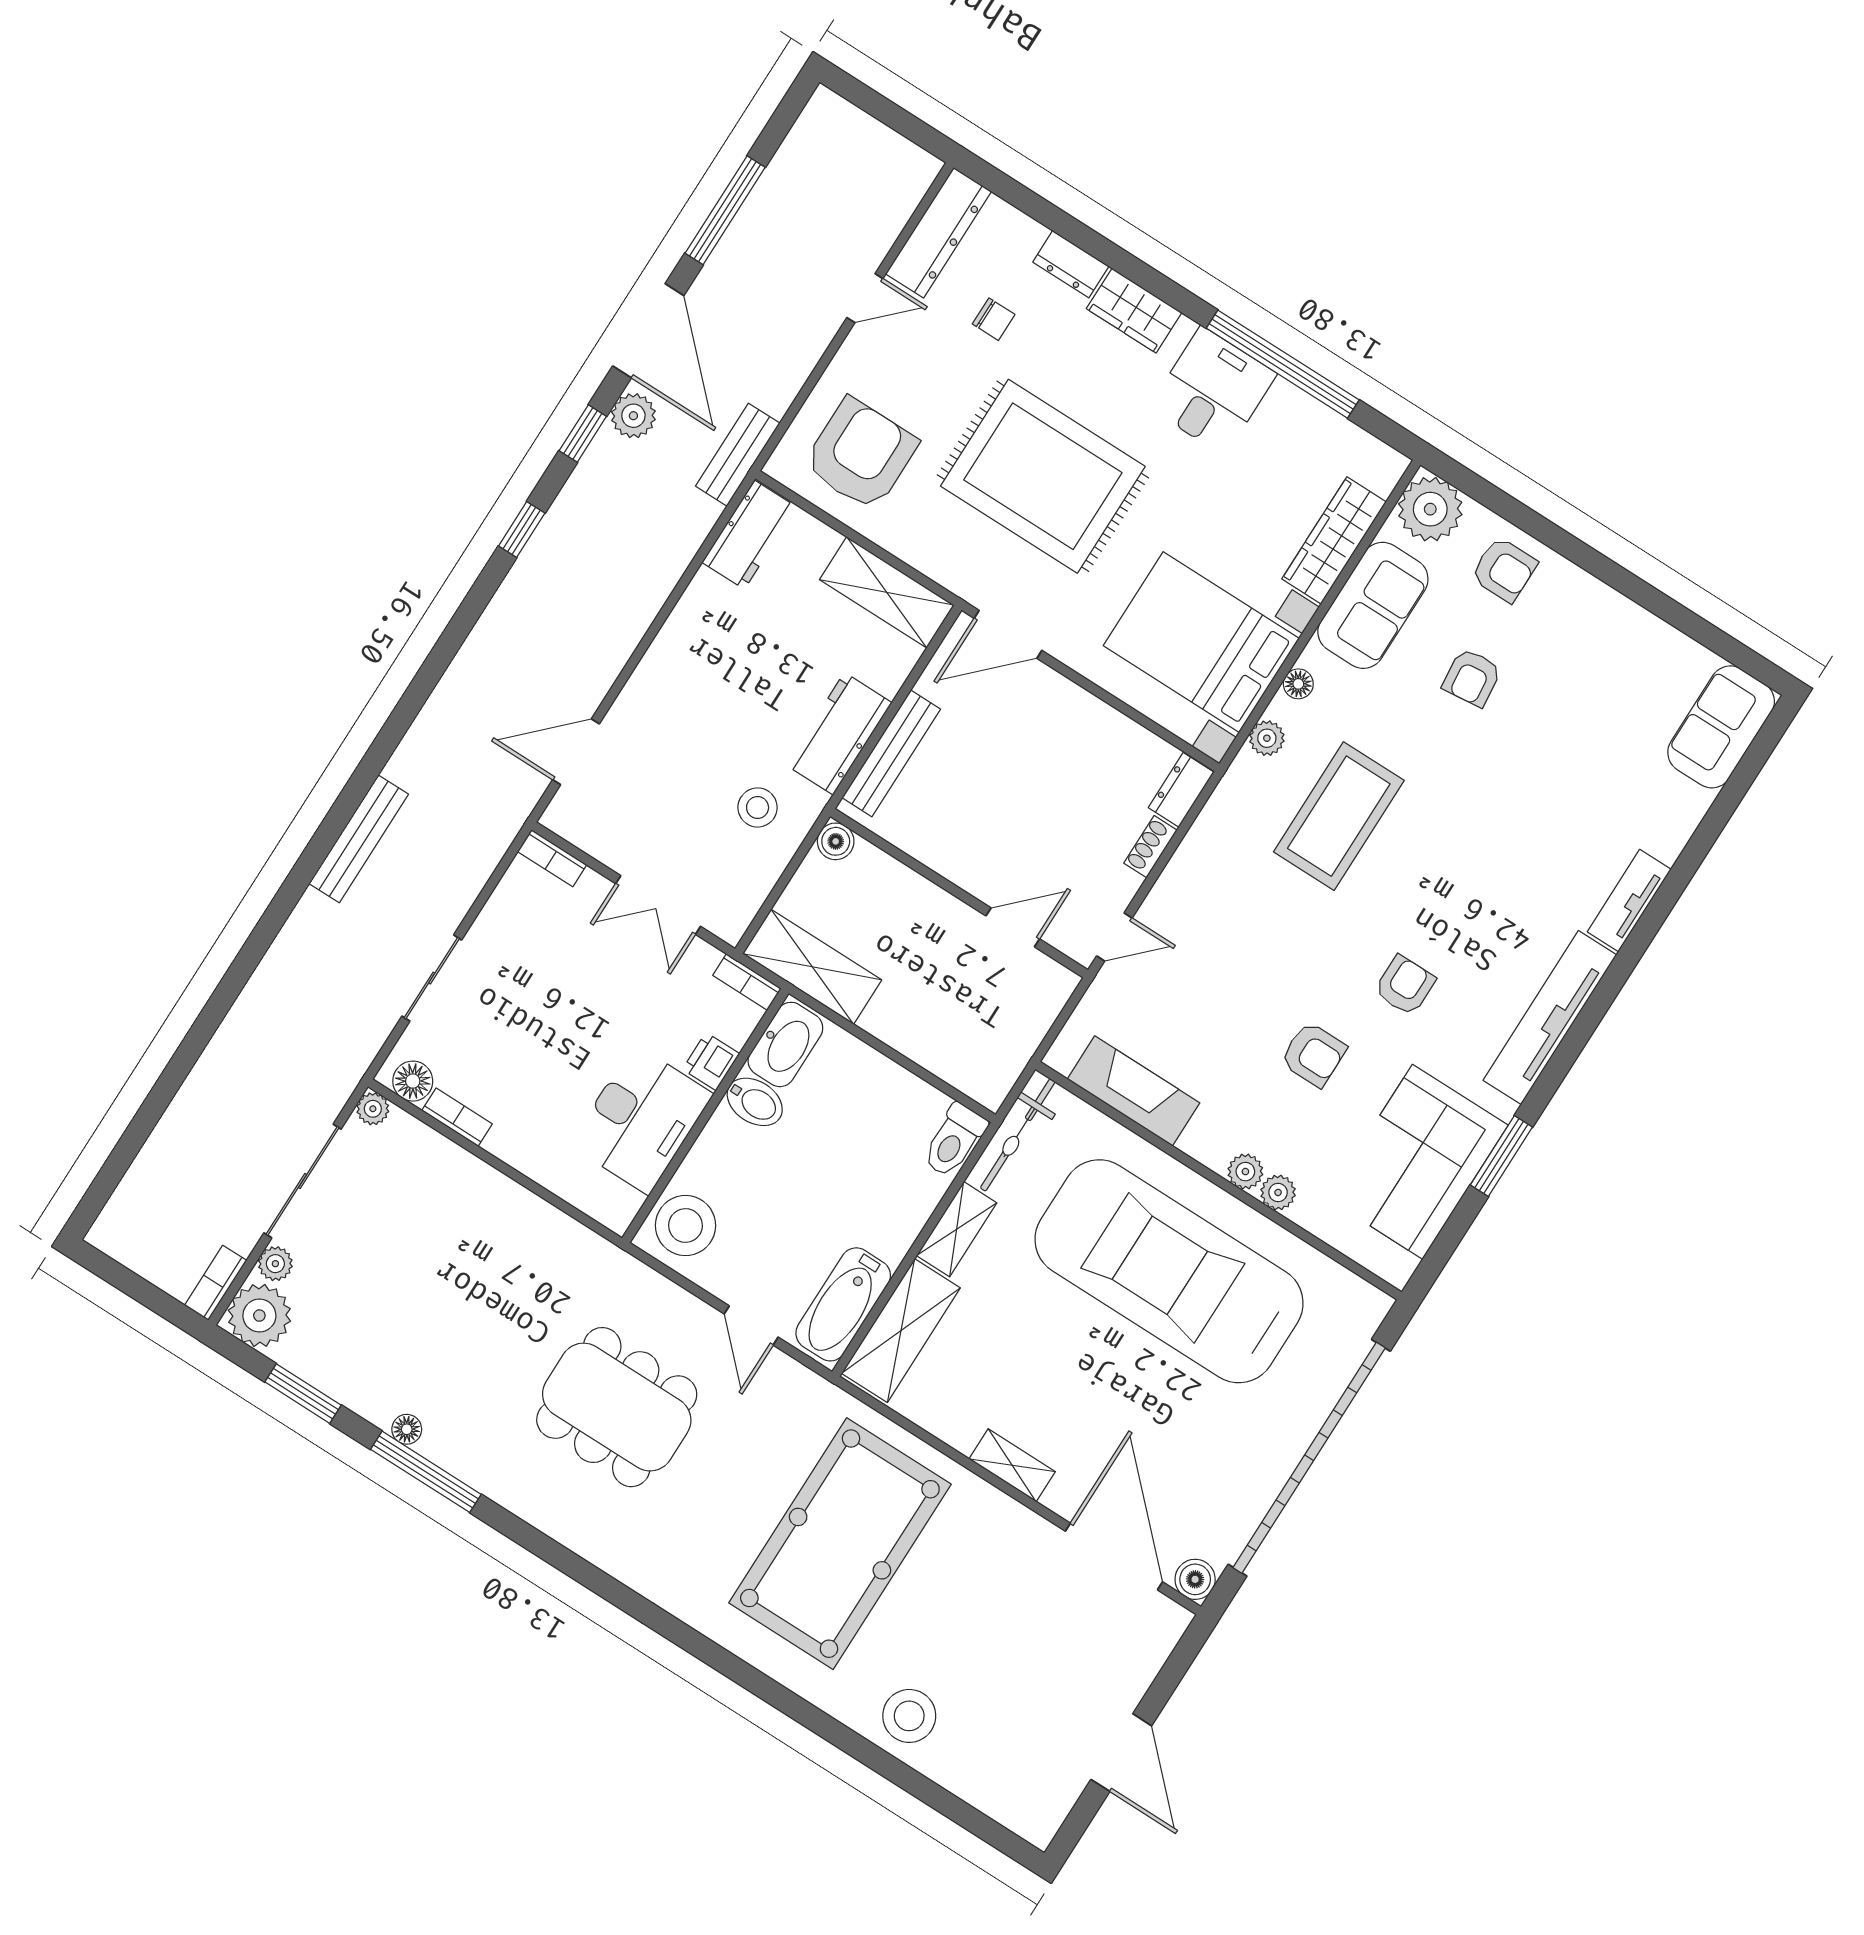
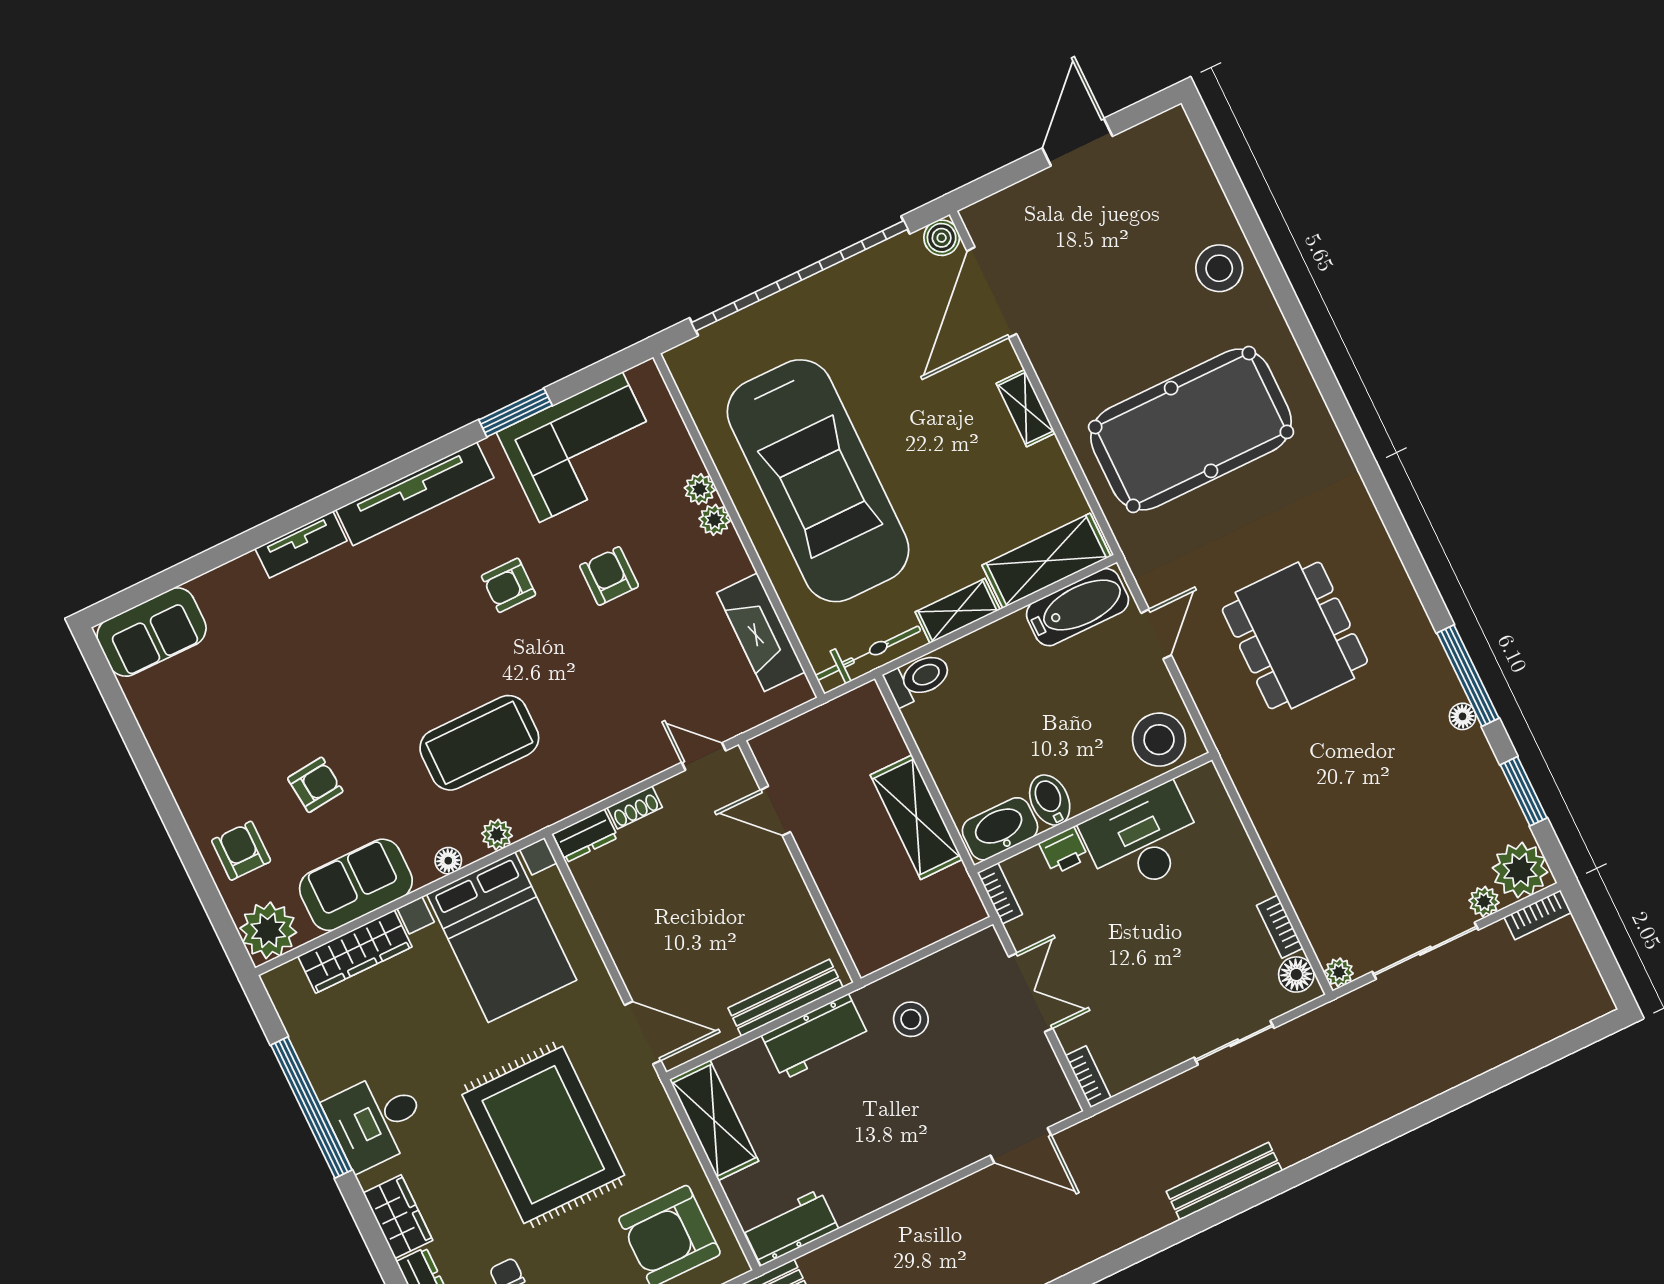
boiler: (836, 841) -> (868, 958), removed
shelving: (812, 967) -> (916, 817), moved

